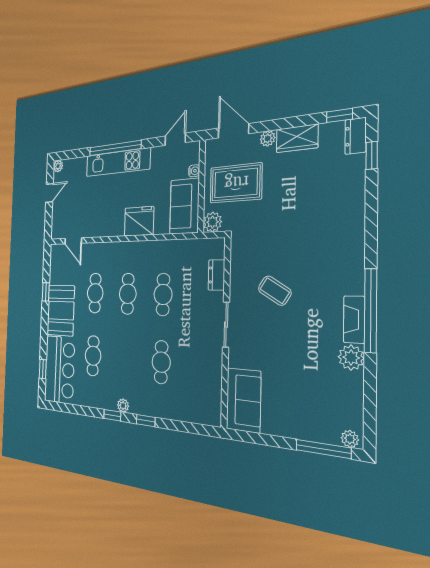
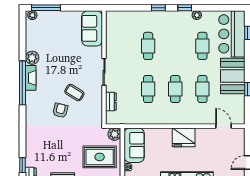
fridge: (139, 221) -> (184, 137), moved
armchair: (299, 259) -> (60, 110), added
plant: (123, 406) -> (197, 15), moved

